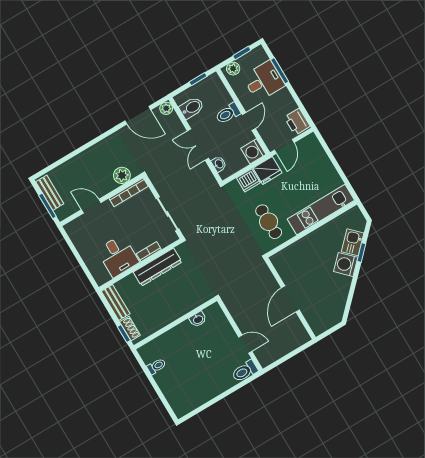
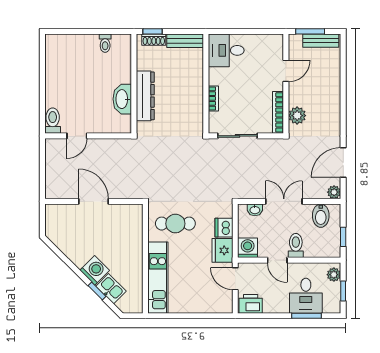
desk: (118, 256) -> (226, 50), moved
dresser: (158, 267) -> (145, 96), moved, turned 180
washbasin: (198, 319) -> (122, 99), width x1.91, depth x1.45

